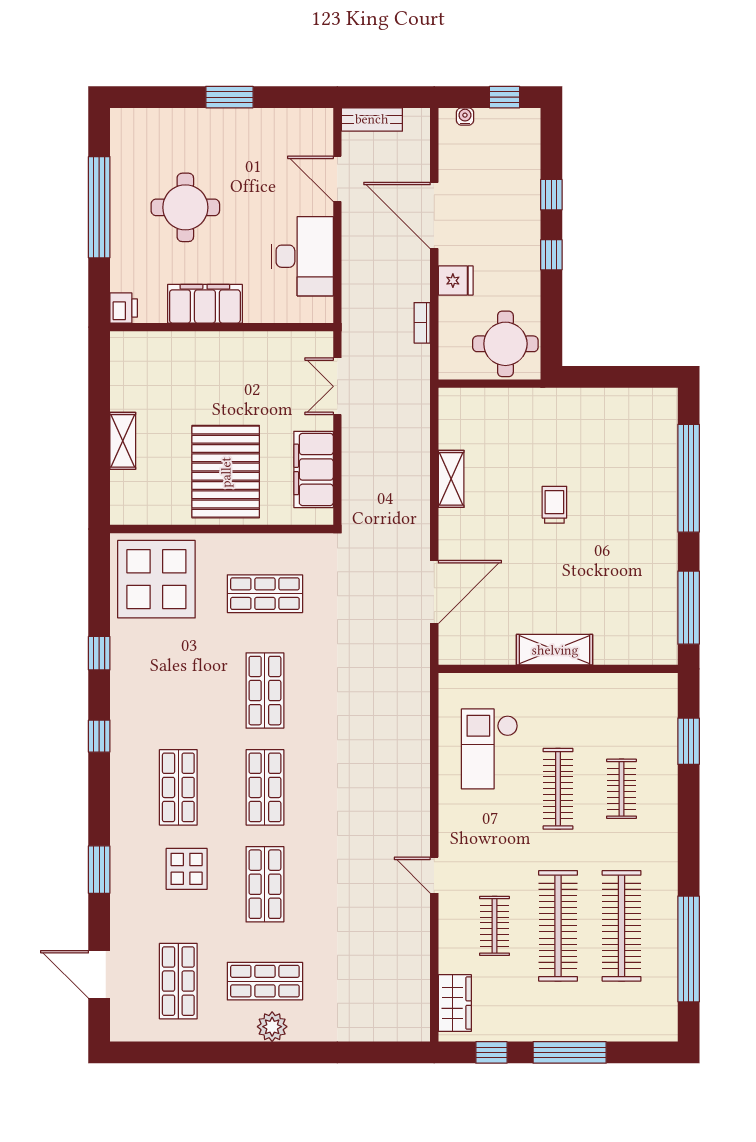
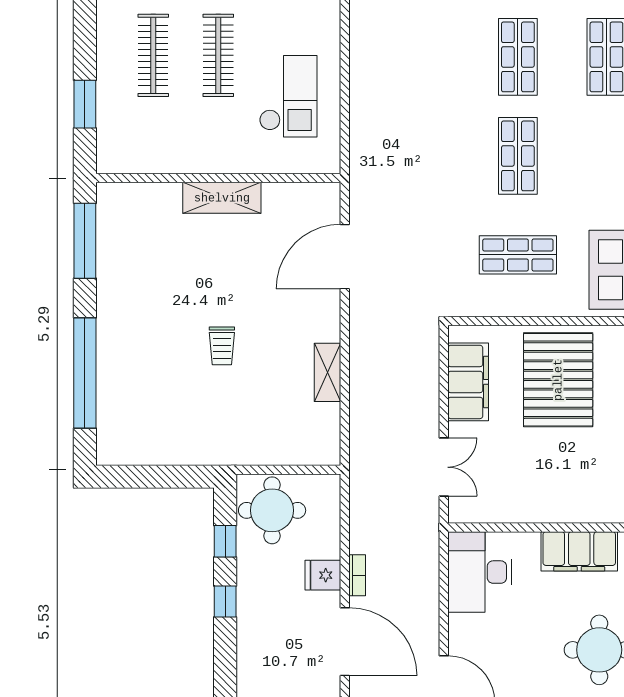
window: (551, 195) -> (225, 541), moved
desk: (302, 256) -> (480, 572), moved
bookcase: (422, 323) -> (357, 575), moved
clothes rail: (622, 789) -> (153, 55), width x1.36

